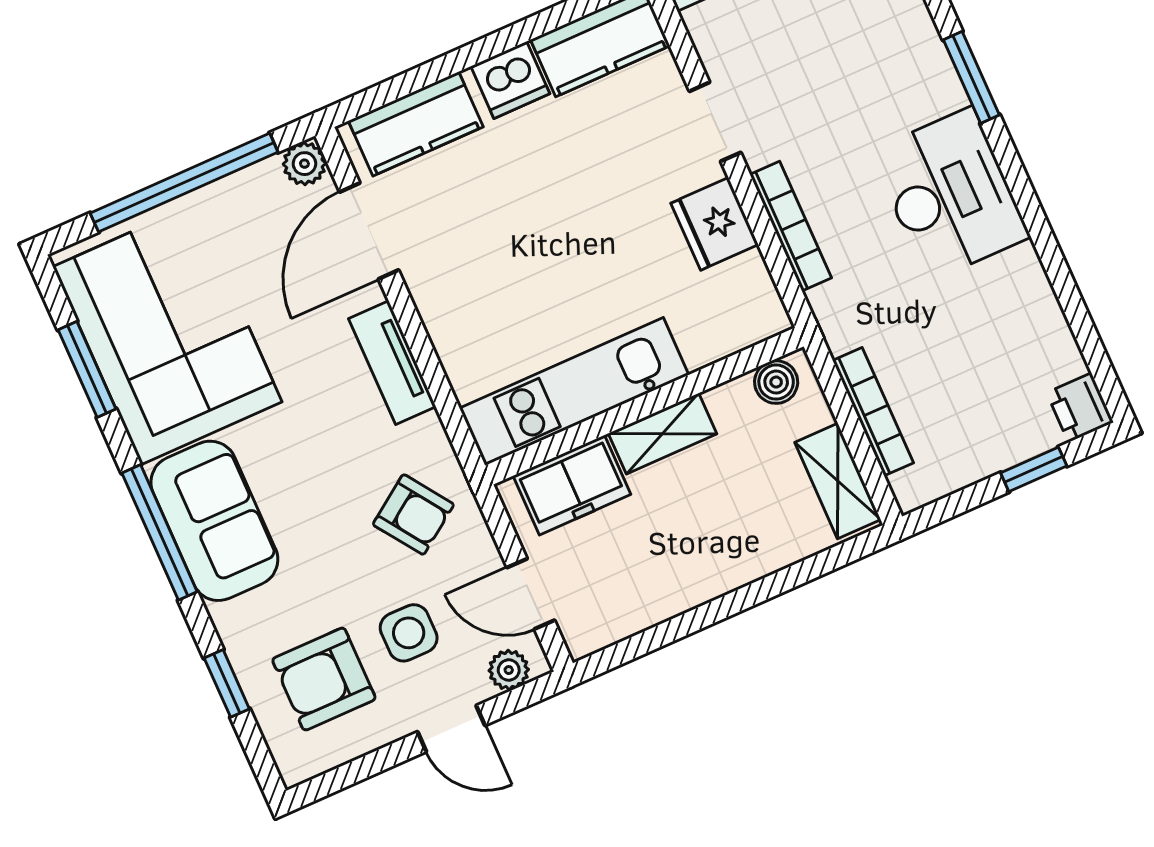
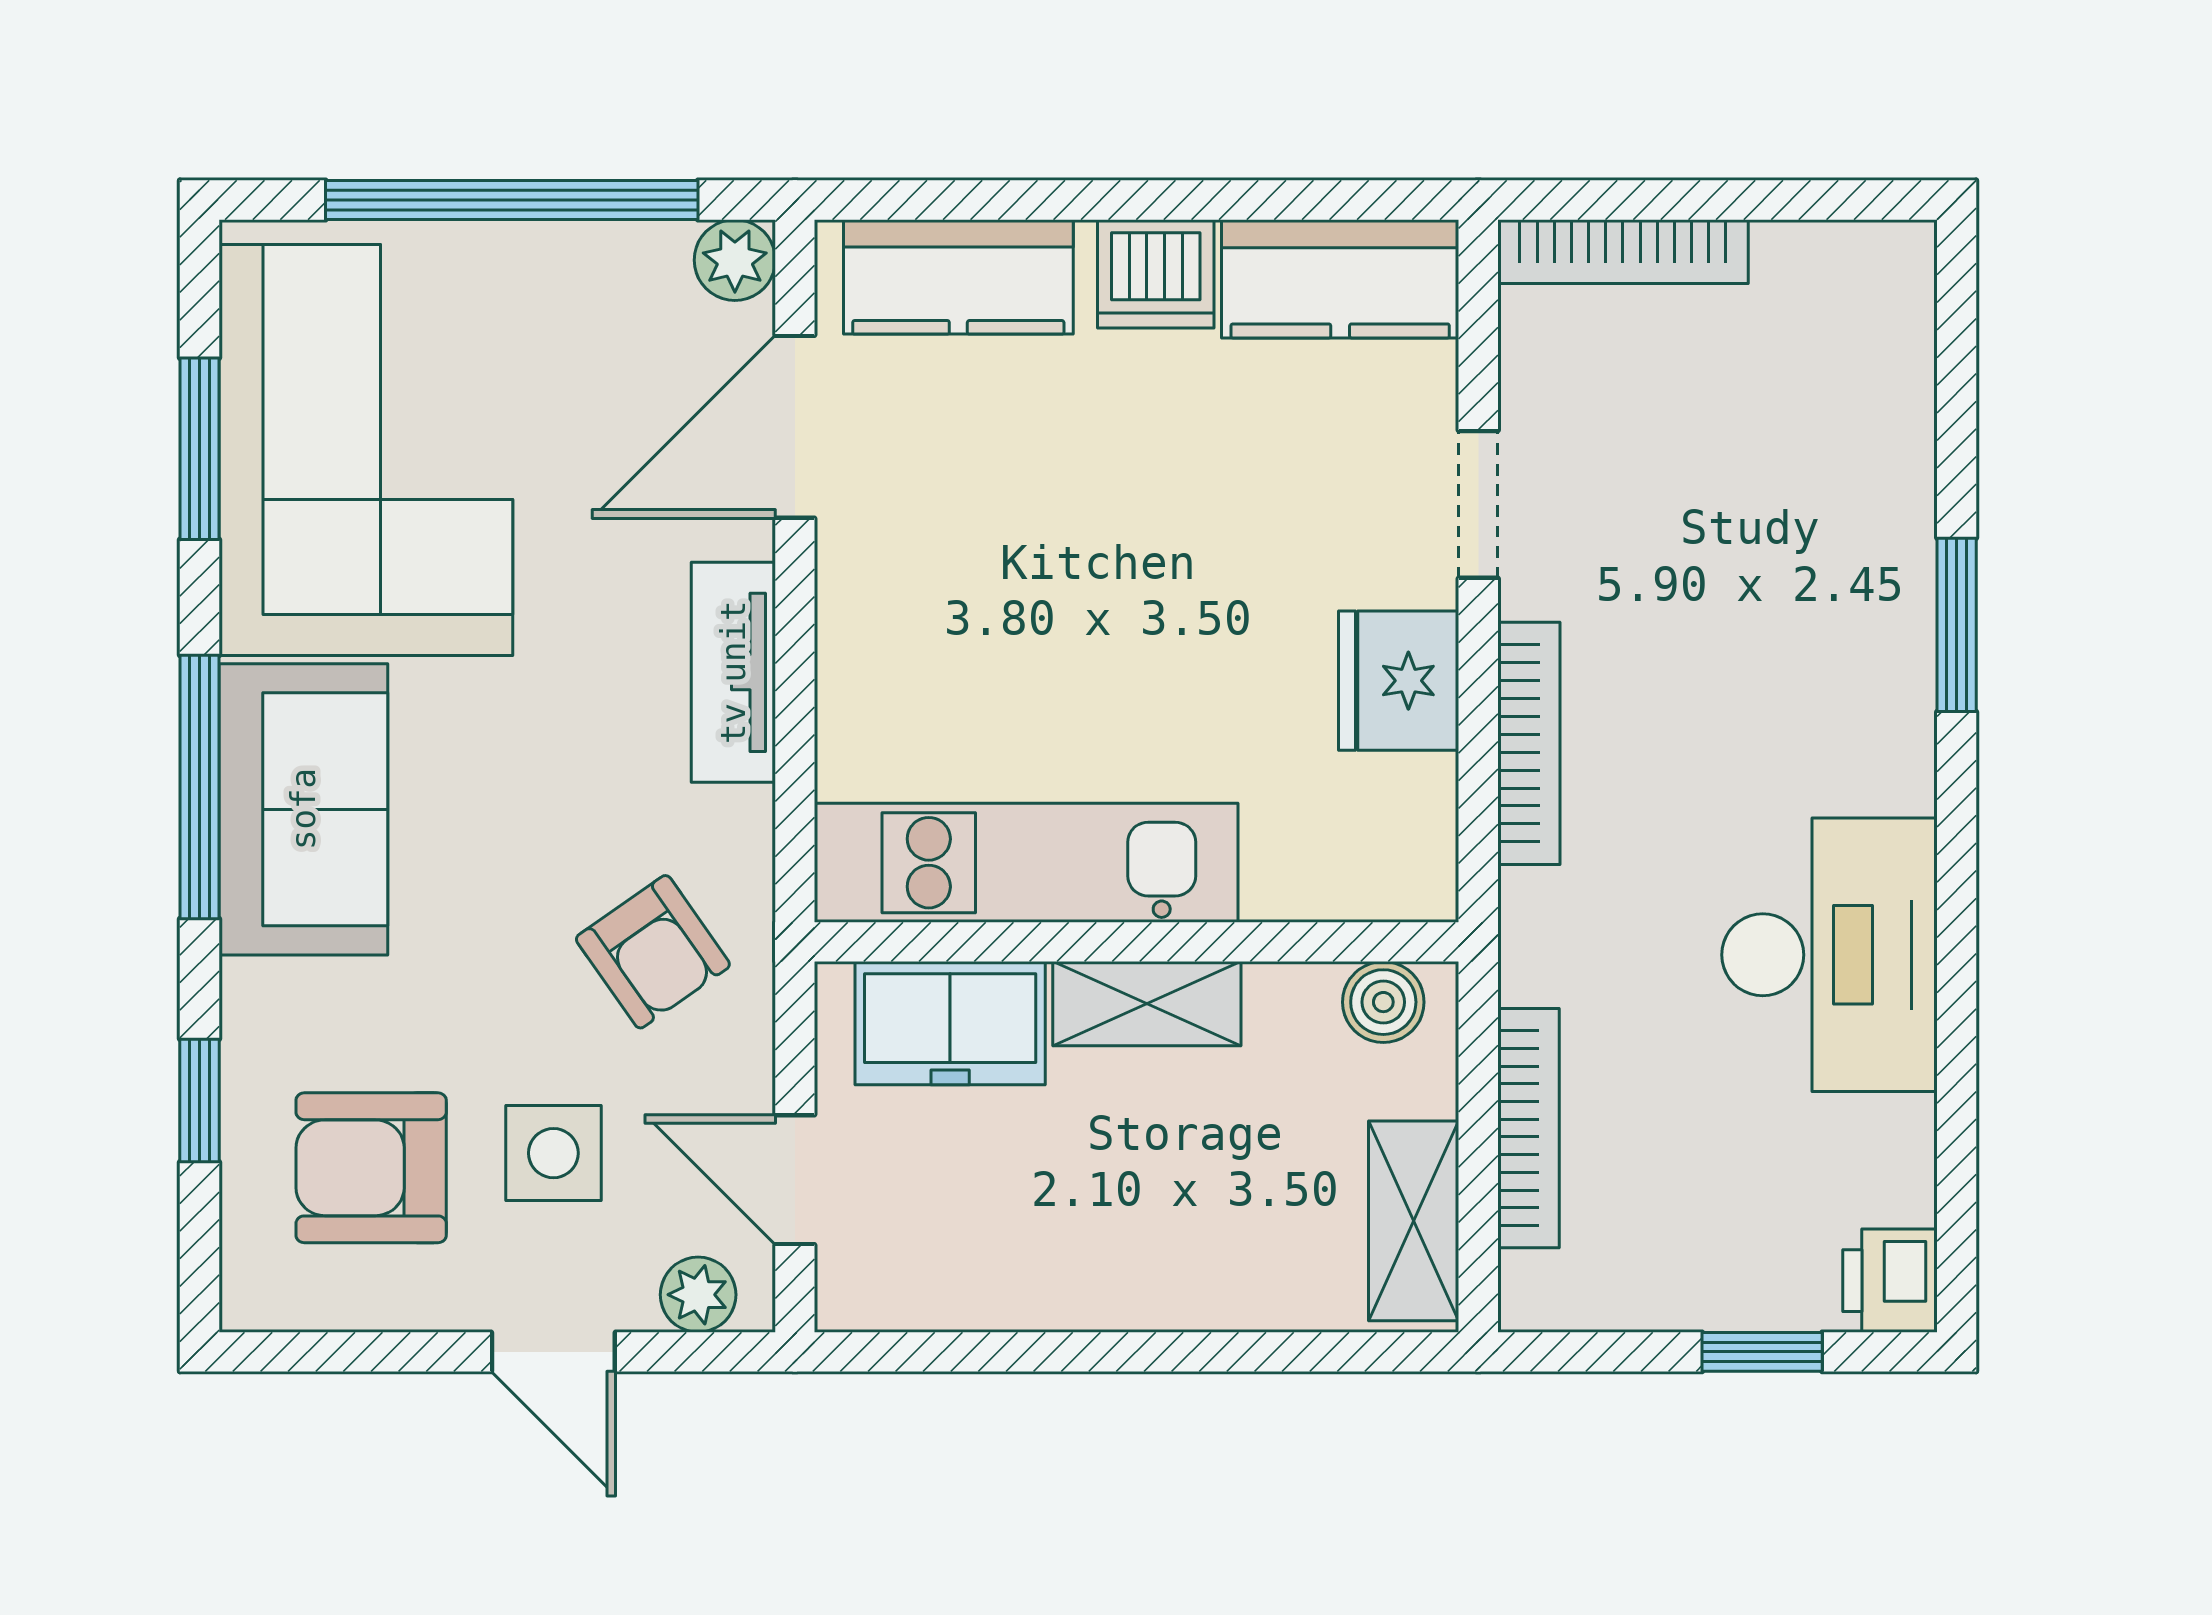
desk: (950, 194) -> (1829, 955), moved

